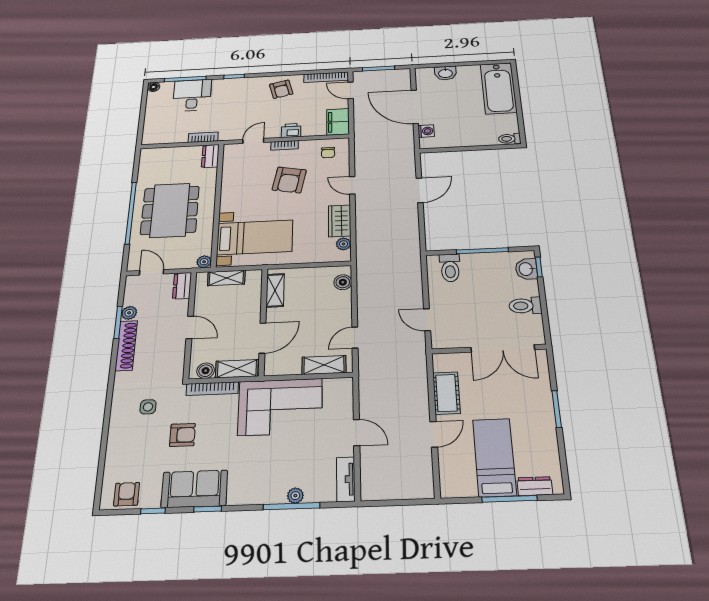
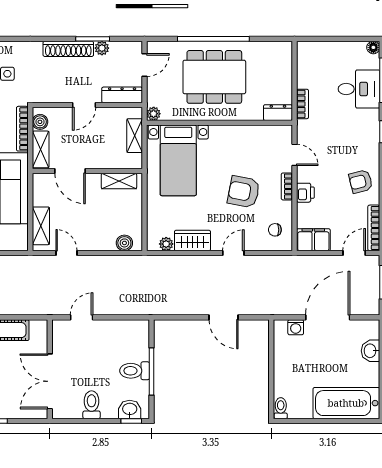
toilet: (450, 268) -> (135, 371), moved
dresser: (182, 286) -> (122, 95), width x1.44

